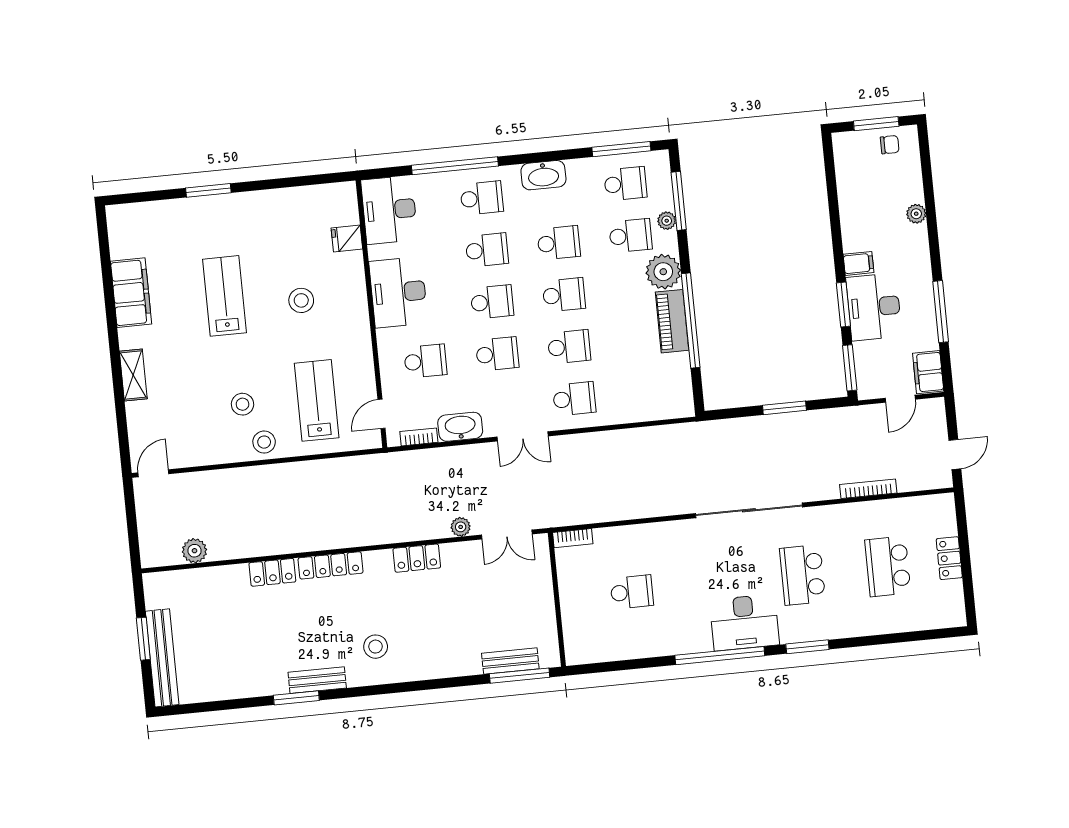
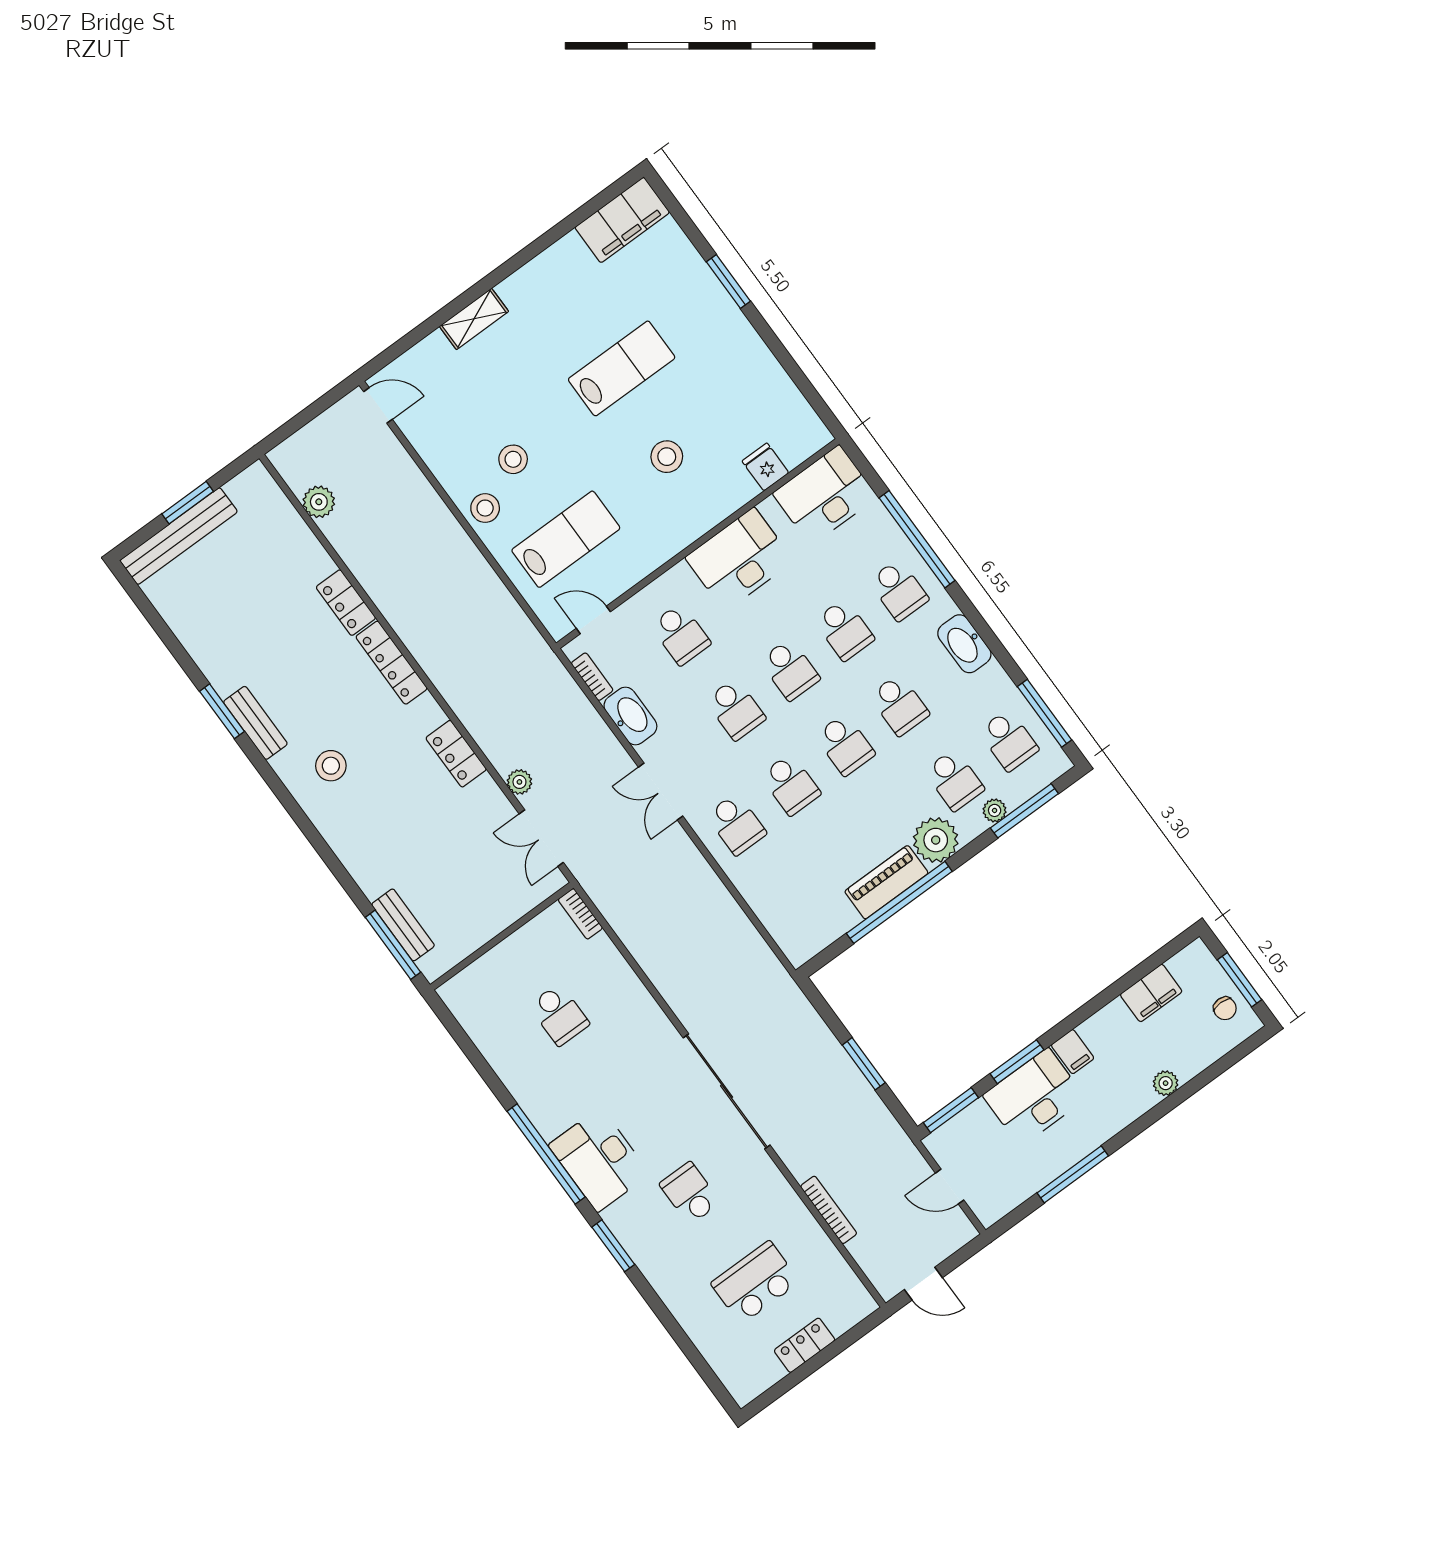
filing cabinet: (131, 293) -> (622, 220), moved
filing cabinet: (928, 372) -> (1151, 993), moved, turned 180
school desk: (803, 575) -> (690, 1193), width x0.54

